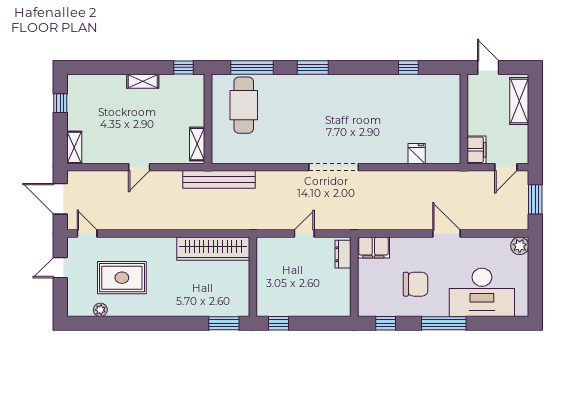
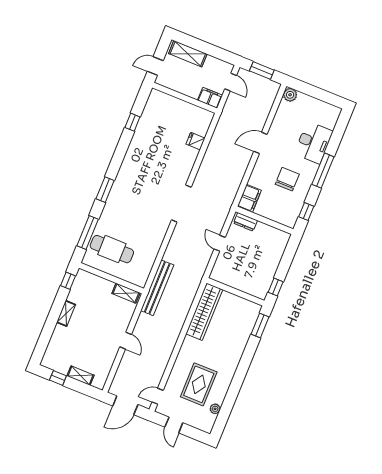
shelving: (74, 147) -> (80, 376), moved
desk: (482, 292) -> (313, 142), width x0.73, depth x0.77

